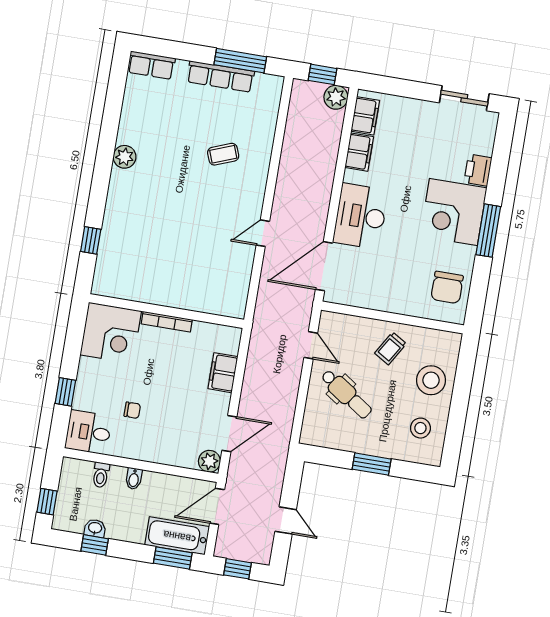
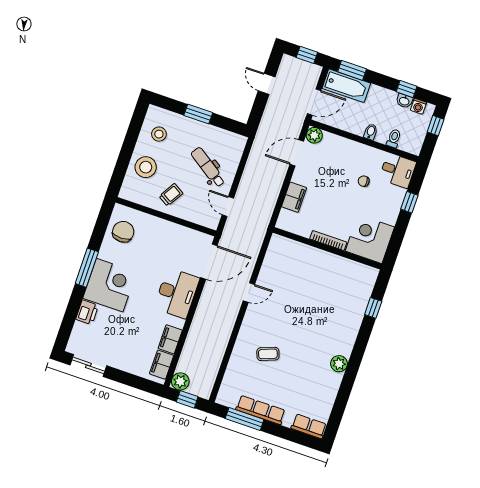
washing machine: (75, 524) -> (418, 106), added

